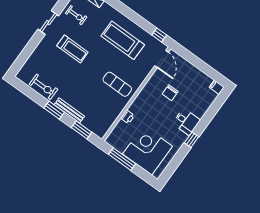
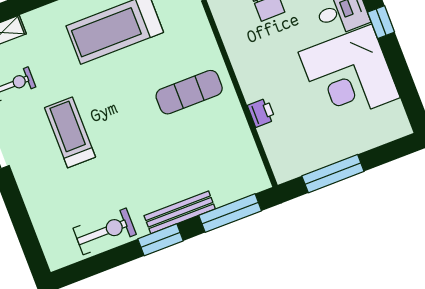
treadmill: (72, 49) -> (70, 132), turned -90
window: (82, 130) -> (230, 213), width x1.44
corner desk: (147, 150) -> (349, 75), moved, turned -90

